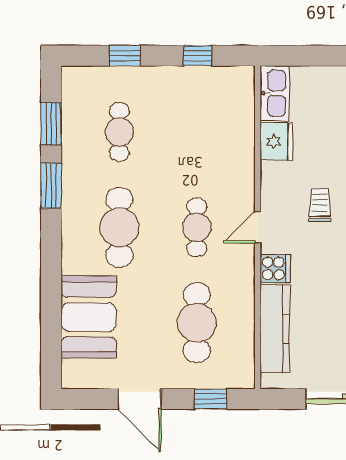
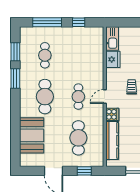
window: (125, 56) -> (47, 22), width x2.17

